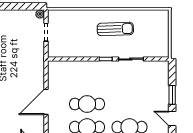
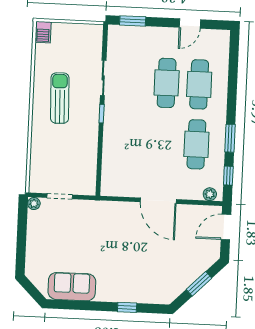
barbecue: (161, 15) -> (43, 32), added
window: (172, 95) -> (133, 21), moved
cafe table: (87, 104) -> (167, 83), moved

